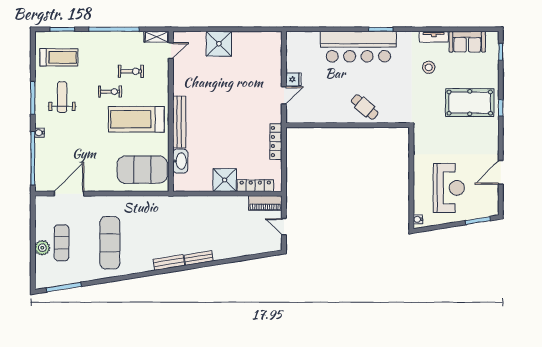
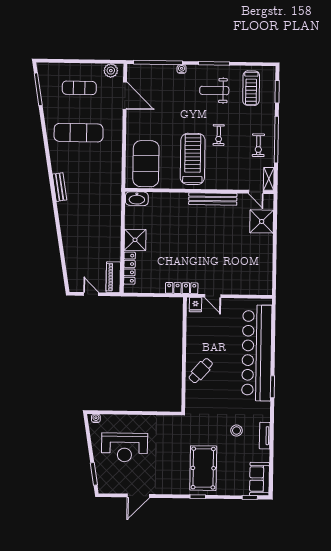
sofa: (467, 42) -> (260, 479), moved
shower: (219, 44) -> (262, 221), moved
bar counter: (358, 47) -> (257, 353), width x1.36
exercise bike: (131, 71) -> (258, 145), moved
fridge: (294, 79) -> (195, 305), moved
weight bench: (62, 97) -> (214, 90), turned 180
bench: (179, 122) -> (213, 199), moved
locker: (276, 142) -> (182, 288), moved
washbasin: (180, 161) -> (137, 199), moved
door: (501, 172) -> (138, 496), swing flipped
door: (284, 227) -> (91, 294), hinge flipped
plant: (42, 248) -> (111, 71), moved
bench: (199, 258) -> (63, 215), removed

